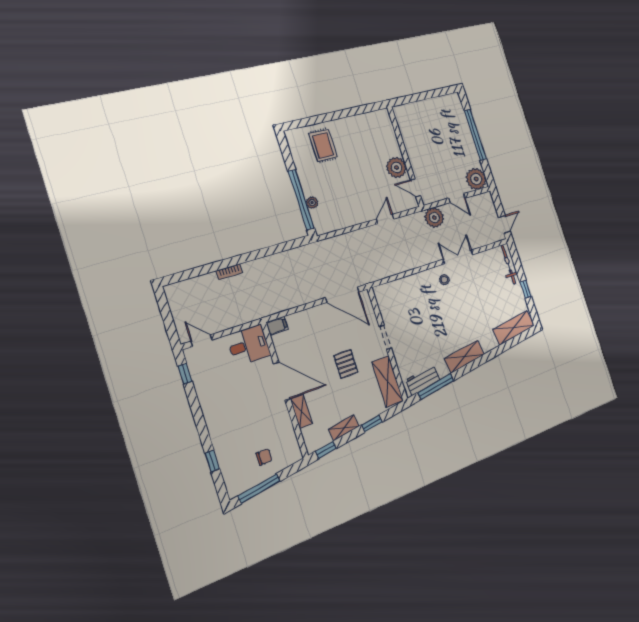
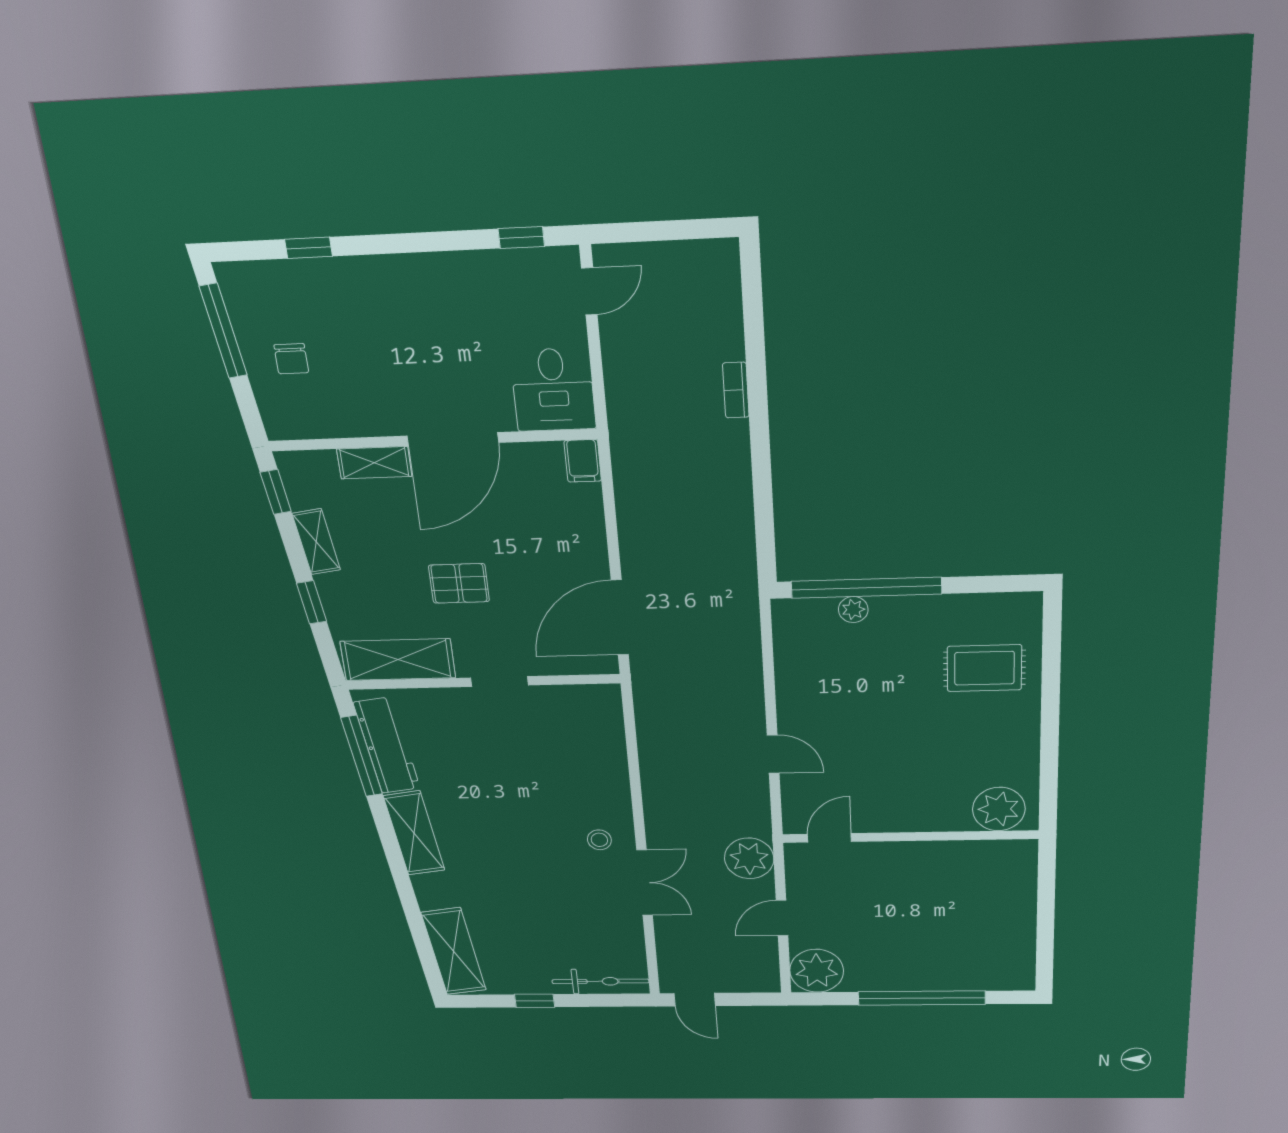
plant: (397, 168) -> (999, 809), moved
workbench: (423, 380) -> (387, 745), width x1.37

